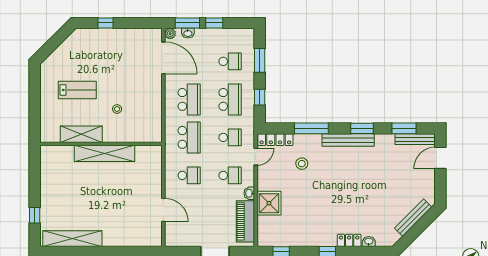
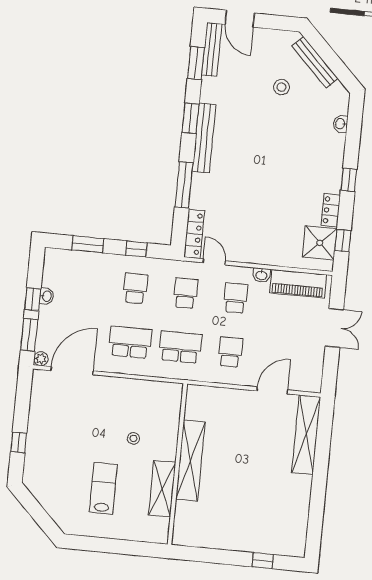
washbasin: (188, 33) -> (47, 296), moved
school desk: (230, 61) -> (85, 283), removed
school desk: (230, 99) -> (135, 288), width x0.54
stool: (302, 164) -> (281, 87), moved
shower: (269, 203) -> (320, 243), moved
shelving: (72, 239) -> (306, 435), moved
locker: (349, 240) -> (331, 210), moved

